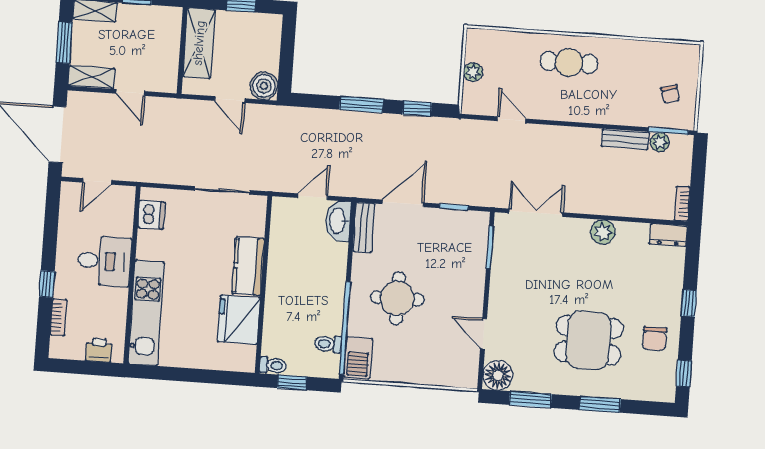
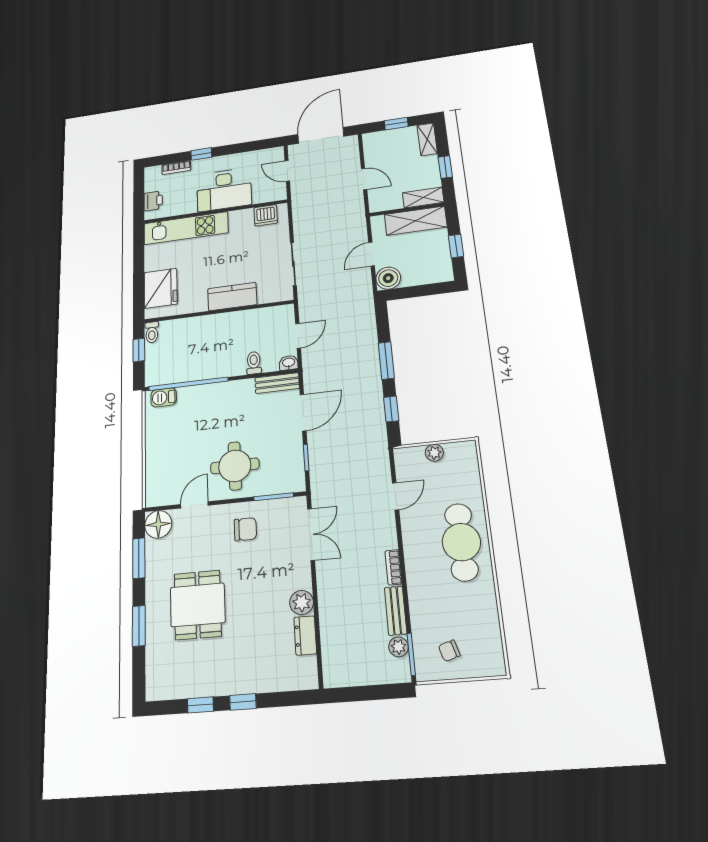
window: (64, 43) -> (396, 124), width x0.67
cafe table: (569, 62) -> (461, 542), width x1.37, depth x1.35
shelving: (91, 77) -> (423, 198), moved, turned 90
door: (130, 92) -> (364, 179), swing flipped
door: (313, 197) -> (298, 336), hinge flipped
door: (403, 203) -> (303, 413), hinge flipped
bookcase: (682, 204) -> (393, 567), moved, turned -90
washbasin: (338, 221) -> (289, 363), width x0.52, depth x0.69
dresser: (668, 235) -> (305, 635), moved
desk: (104, 261) -> (224, 190), width x1.37
round table: (397, 298) -> (235, 466), moved
fridge: (239, 320) -> (161, 288), moved, turned 90
chair: (655, 339) -> (245, 529), moved, turned 180
toilet: (328, 344) -> (254, 363), moved
barbecue: (358, 358) -> (164, 397), width x0.73, depth x0.79
window: (684, 373) -> (200, 705), moved

